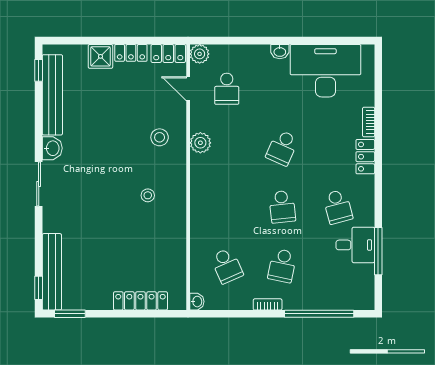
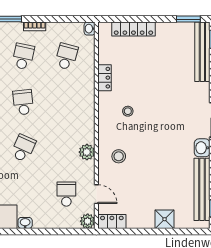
locker: (131, 53) -> (104, 78), moved, turned 90
school desk: (227, 266) -> (66, 56), turned 39

